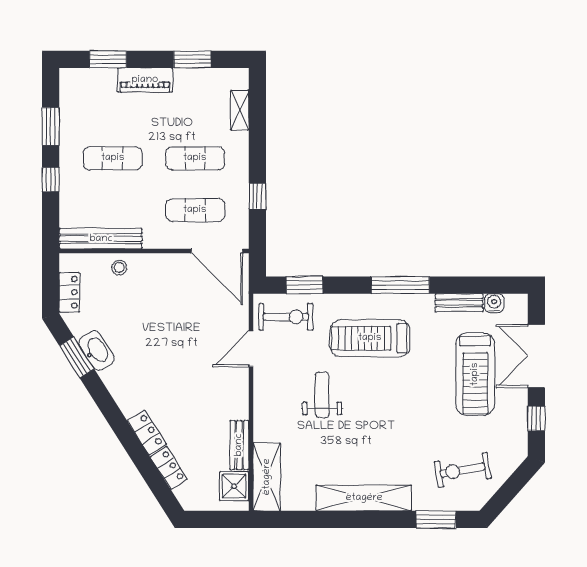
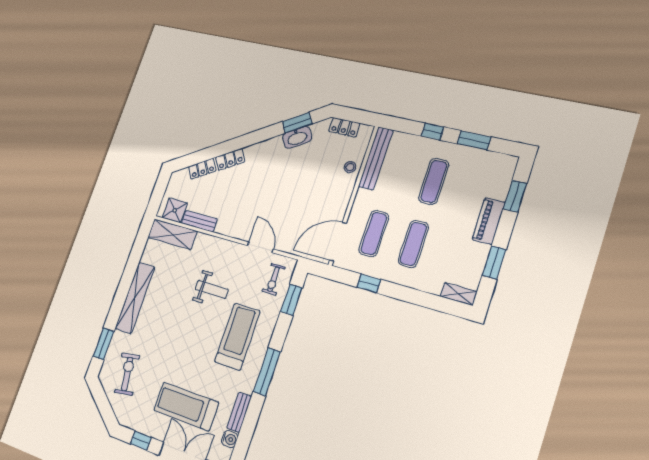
shelving: (240, 110) -> (459, 294), moved
exercise bike: (286, 317) -> (274, 279), width x0.73, depth x0.72

